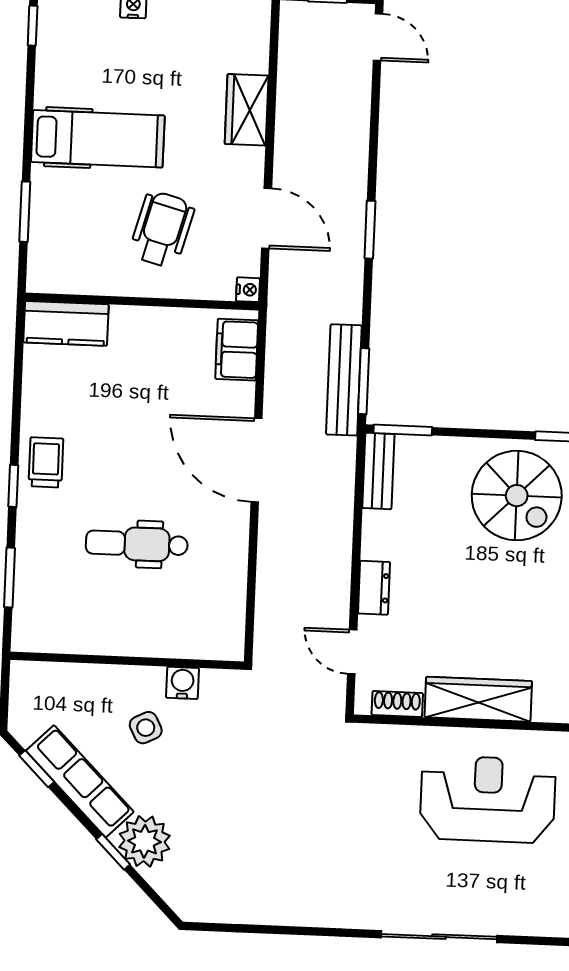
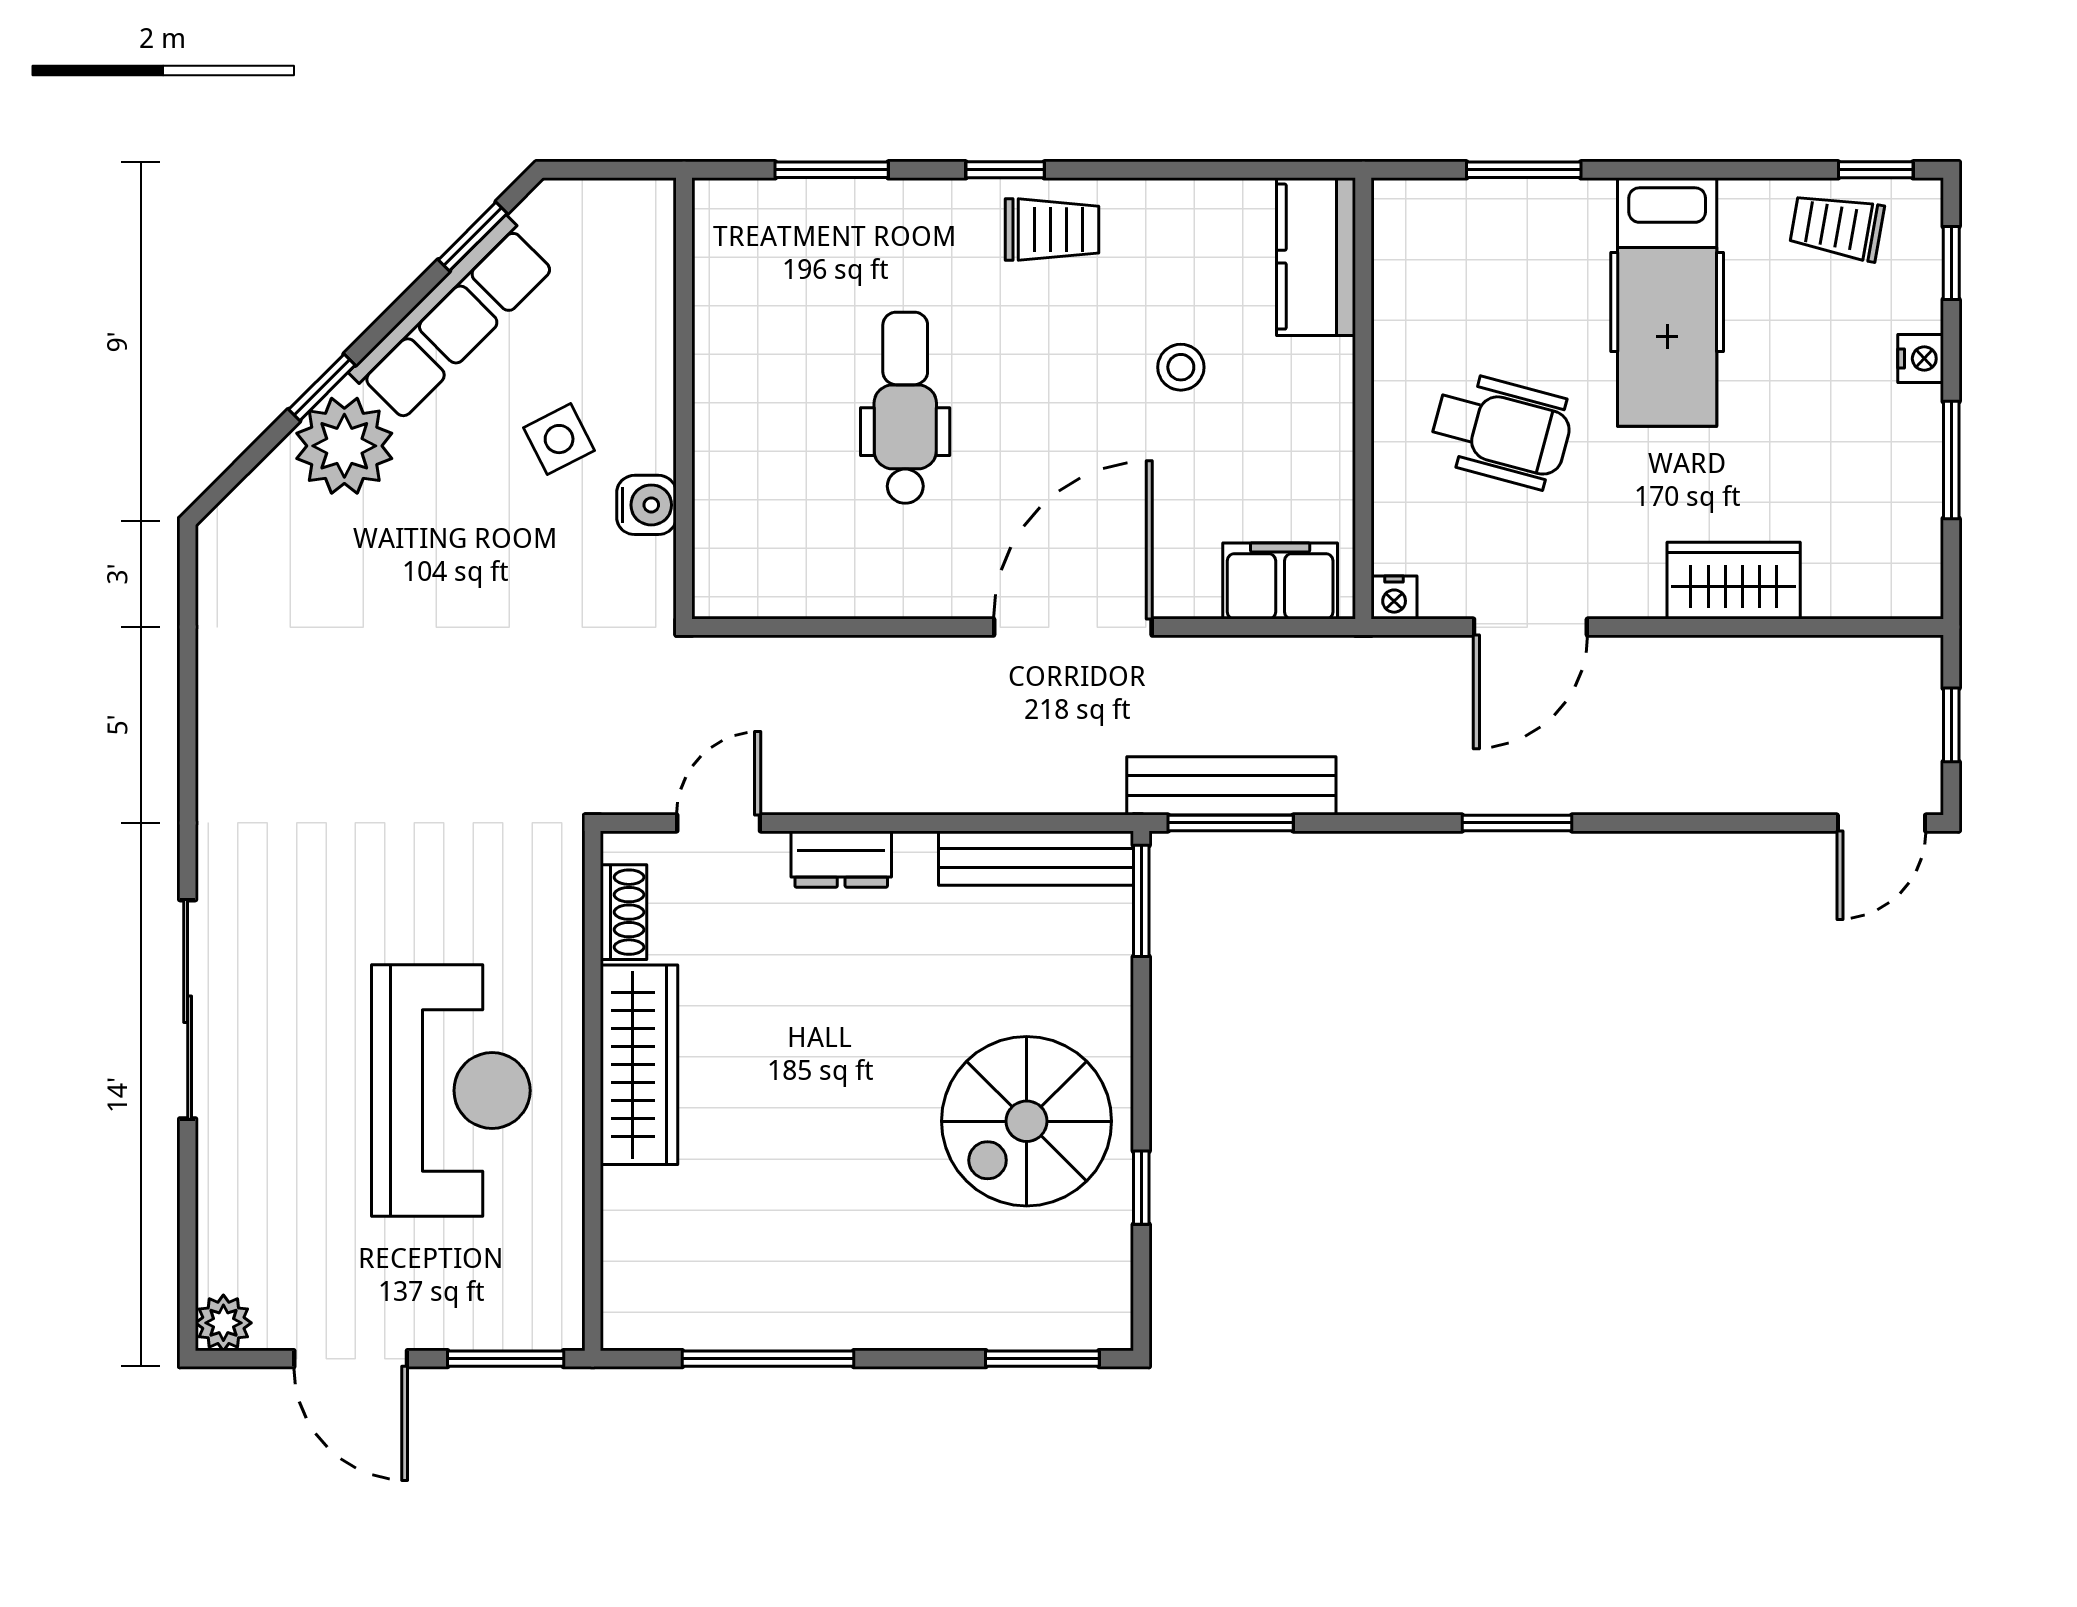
trolley: (62, 47) -> (1837, 227), added
stool: (121, 397) -> (1181, 367), added
bench: (378, 471) -> (1036, 858), width x1.36

